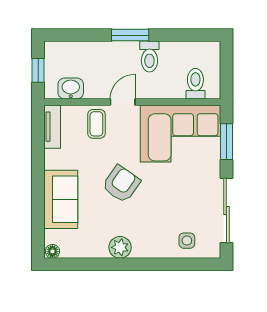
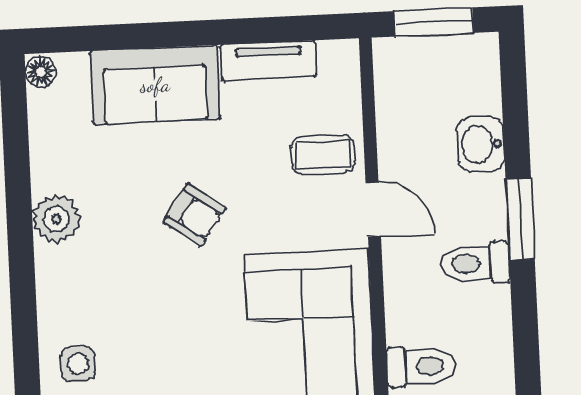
window: (38, 70) -> (434, 22), width x1.50
washbasin: (71, 88) -> (481, 144), moved, turned 180
tv unit: (52, 127) -> (269, 61), moved
armchair: (121, 184) -> (195, 215), width x0.72, depth x0.72

